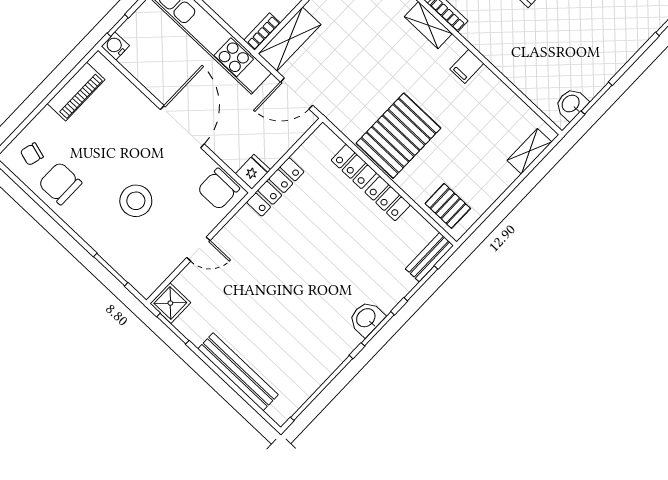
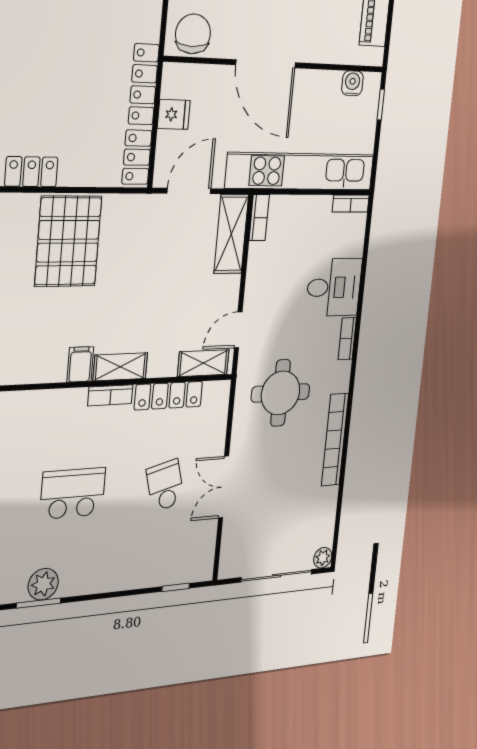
water cooler: (115, 46) -> (352, 83), moved, turned -90
filing cabinet: (467, 66) -> (80, 364), moved
locker: (354, 167) -> (137, 157), moved, turned -90
fridge: (253, 172) -> (174, 114), moved, turned -90

